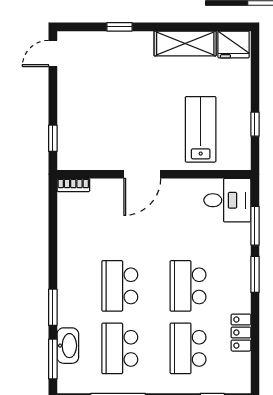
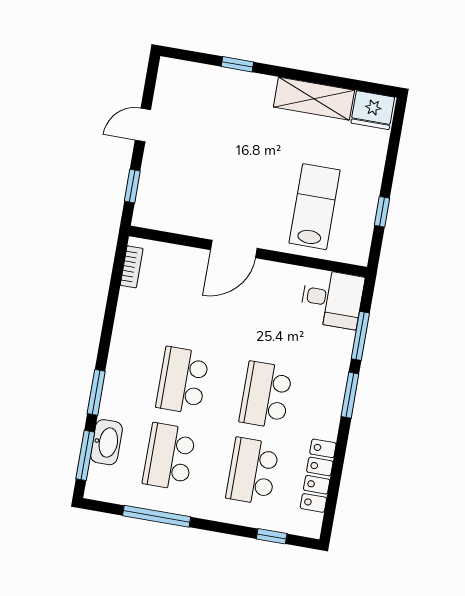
door: (53, 53) -> (143, 125), moved
bookcase: (73, 185) -> (132, 267), moved, turned -90
locker: (241, 333) -> (318, 476), width x1.53

